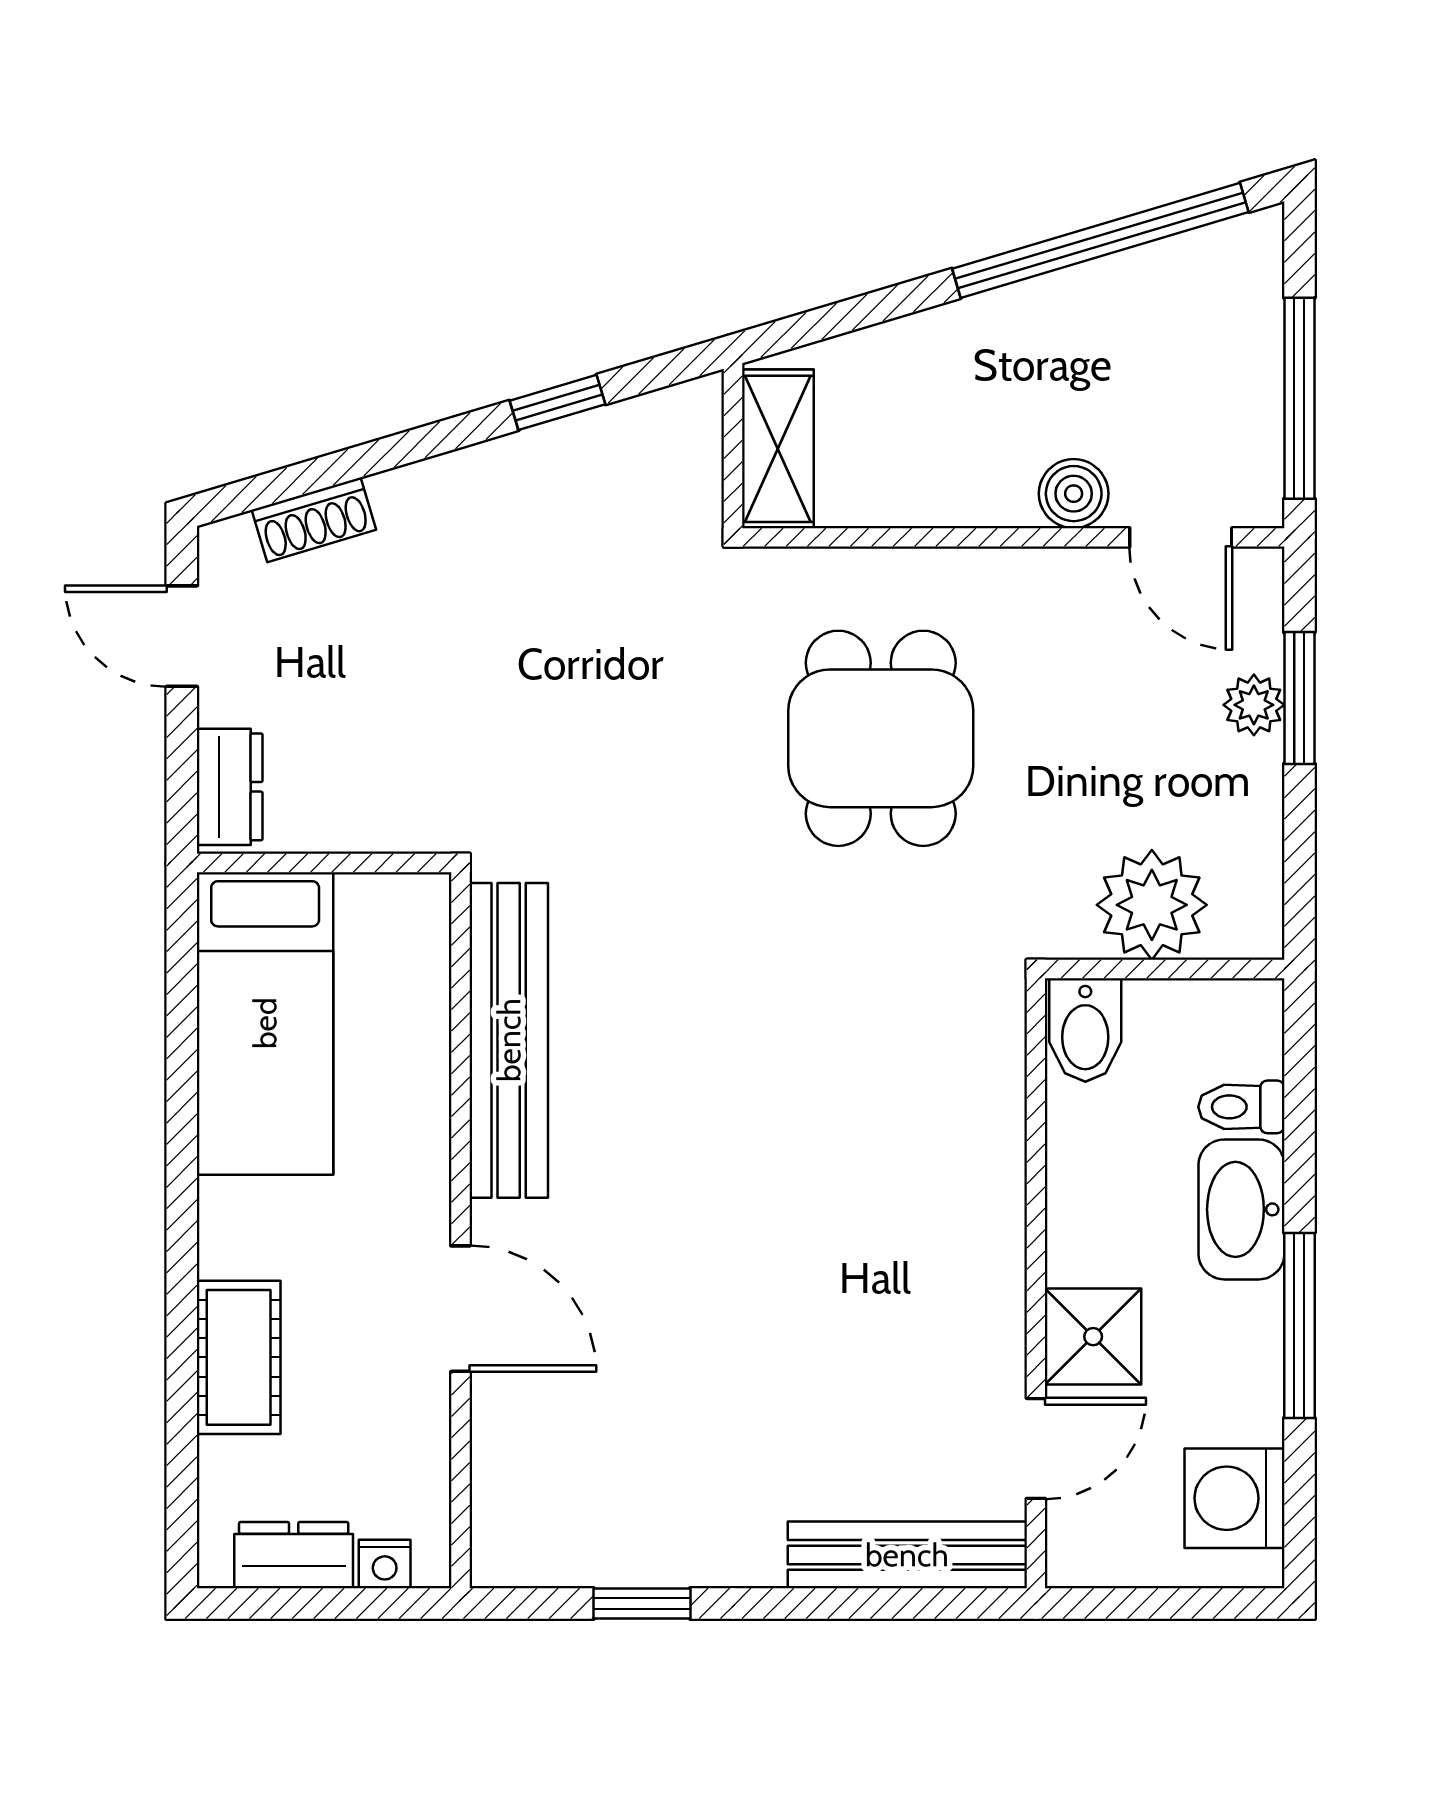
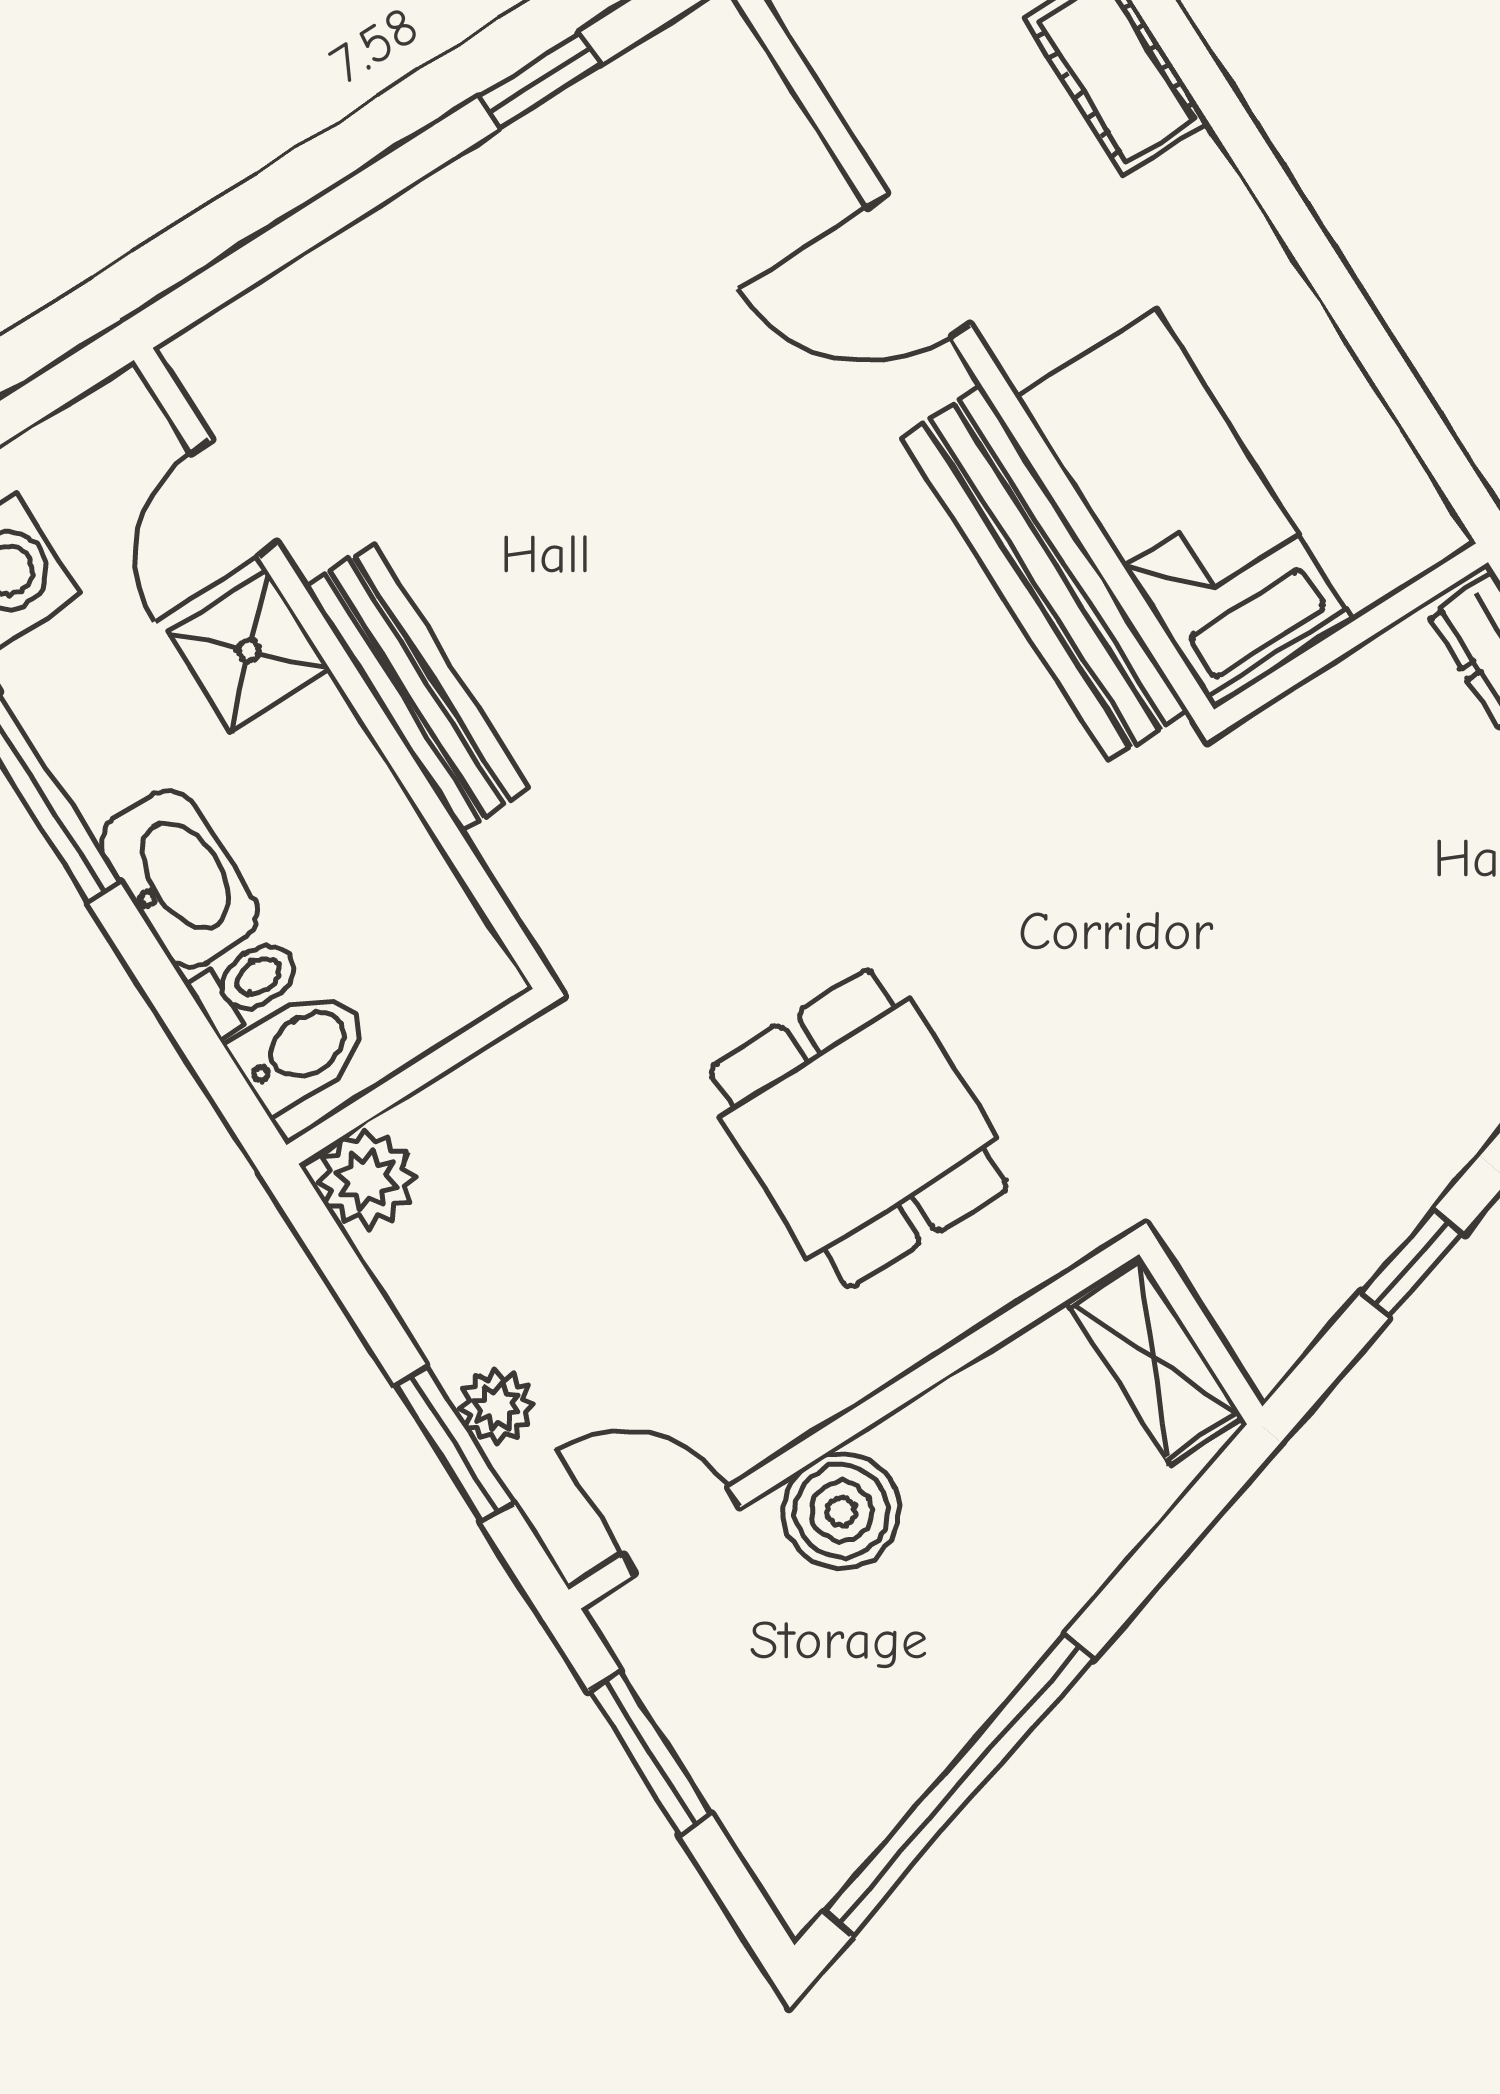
window: (1299, 398) -> (650, 1752), width x0.69
boiler: (1074, 494) -> (841, 1511), width x1.36, depth x1.36
plant: (1152, 905) -> (366, 1179), moved, width x0.73, depth x0.73
bed: (265, 1023) -> (1185, 509), moved
bidet: (1085, 1030) -> (300, 1049), moved, turned 90
bench: (907, 1555) -> (417, 688), moved, turned 90

